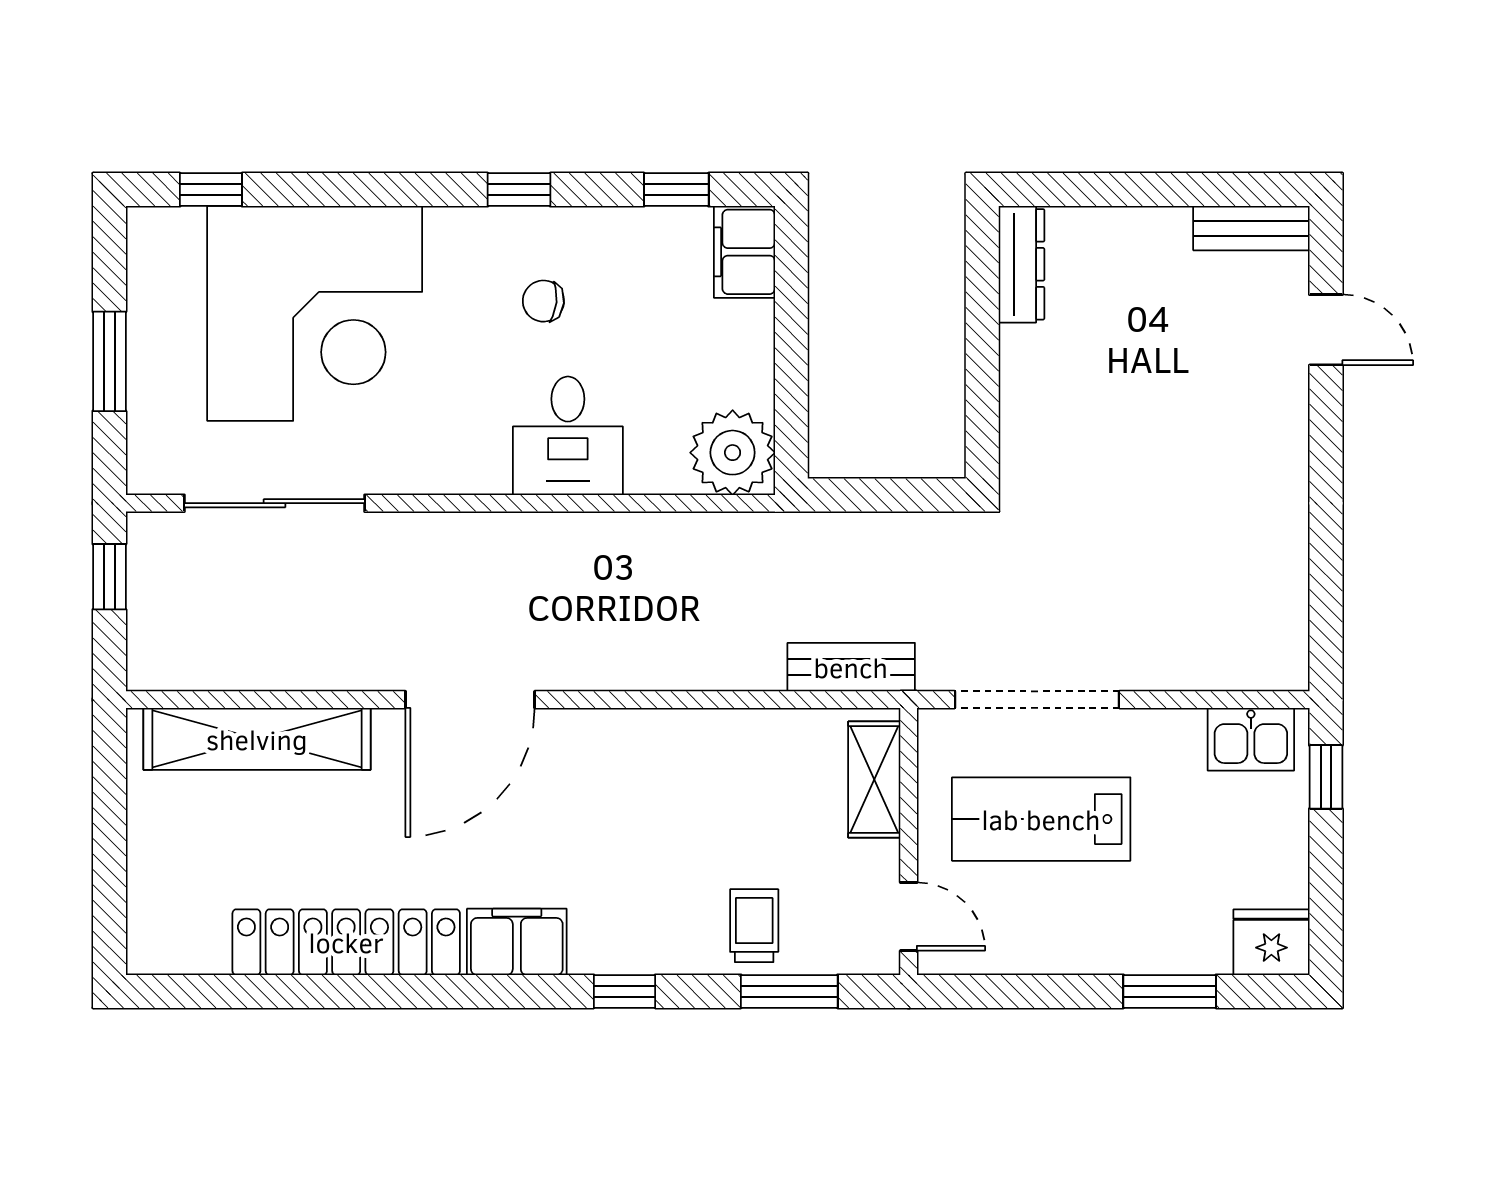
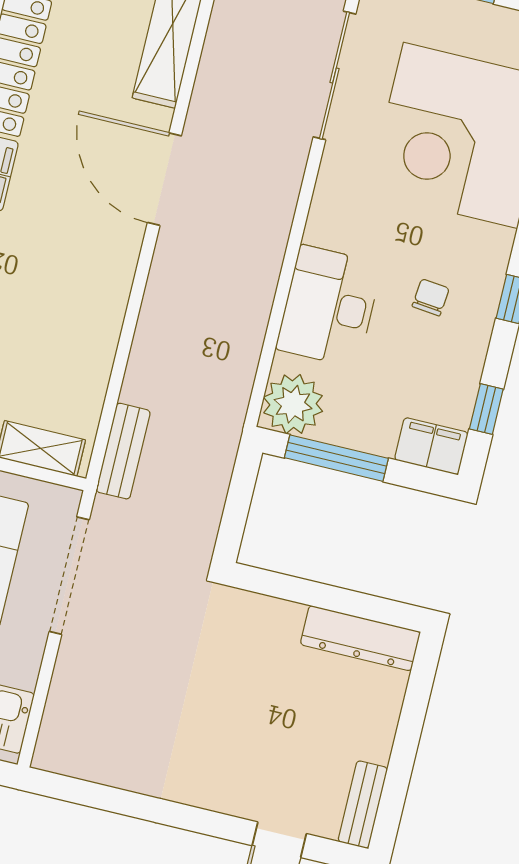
dresser: (1022, 264) -> (360, 638), width x1.37, depth x1.24
window: (791, 376) -> (336, 458), added
desk: (568, 436) -> (329, 306), width x1.37

